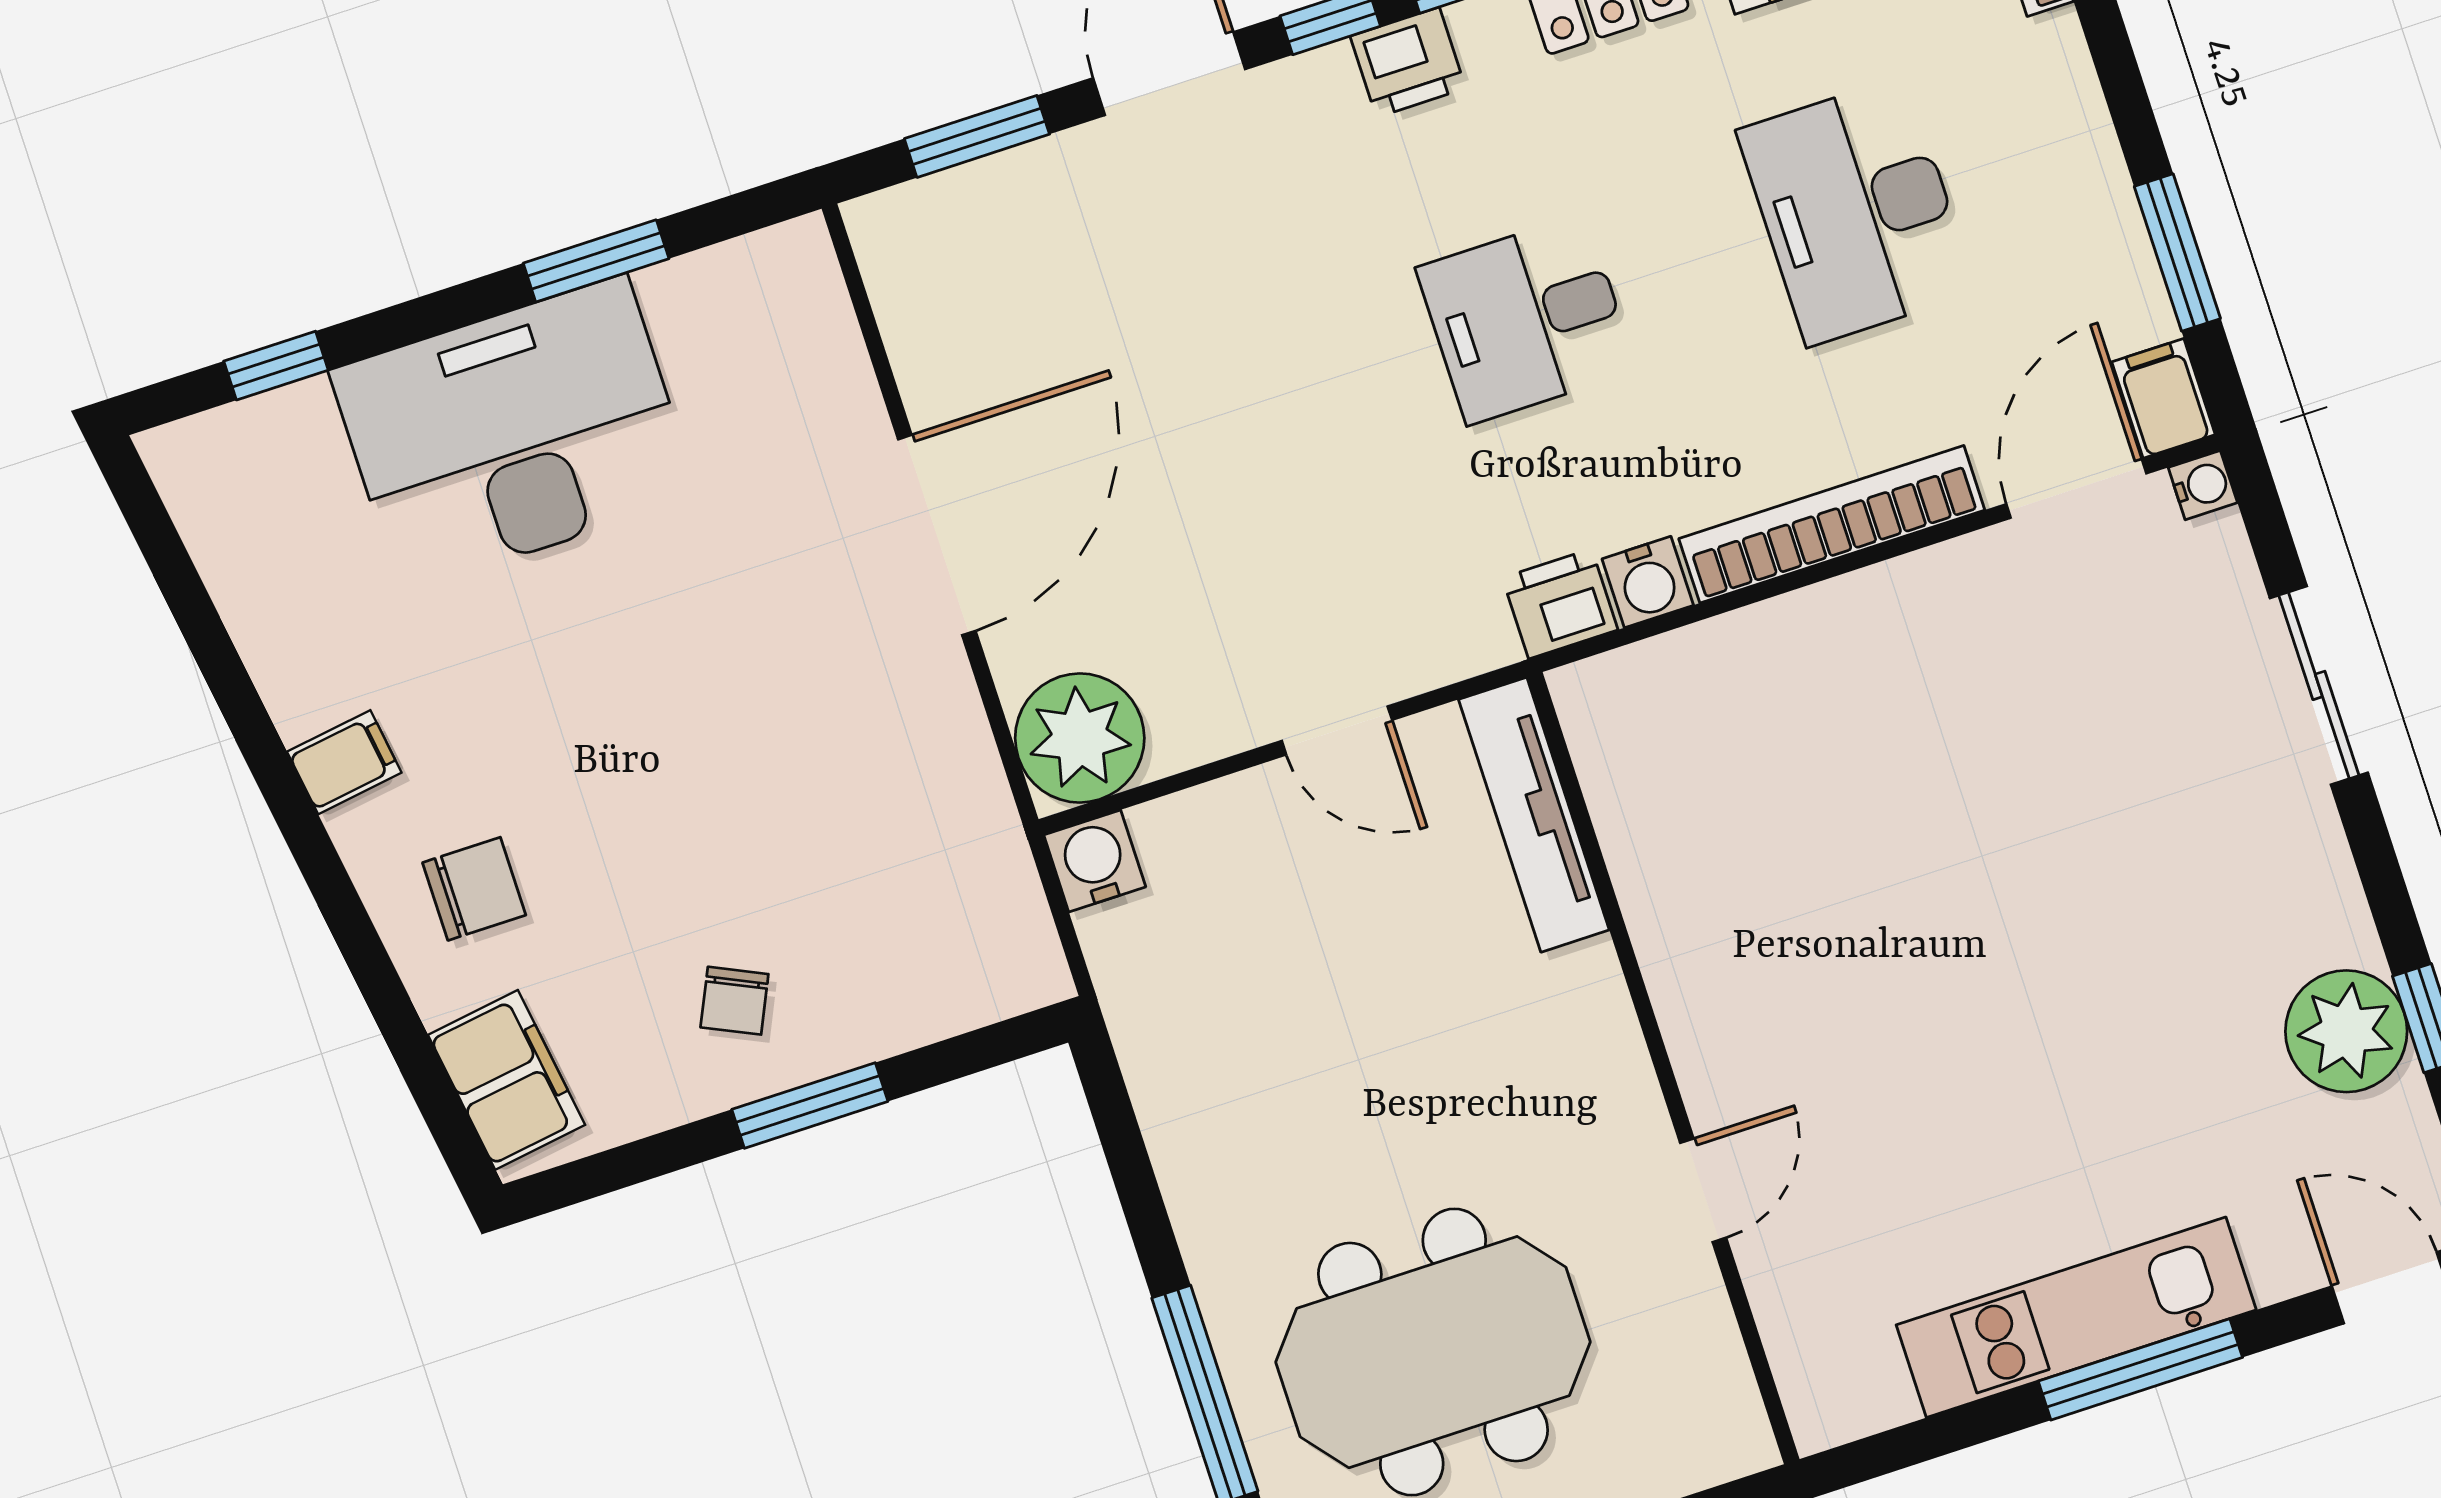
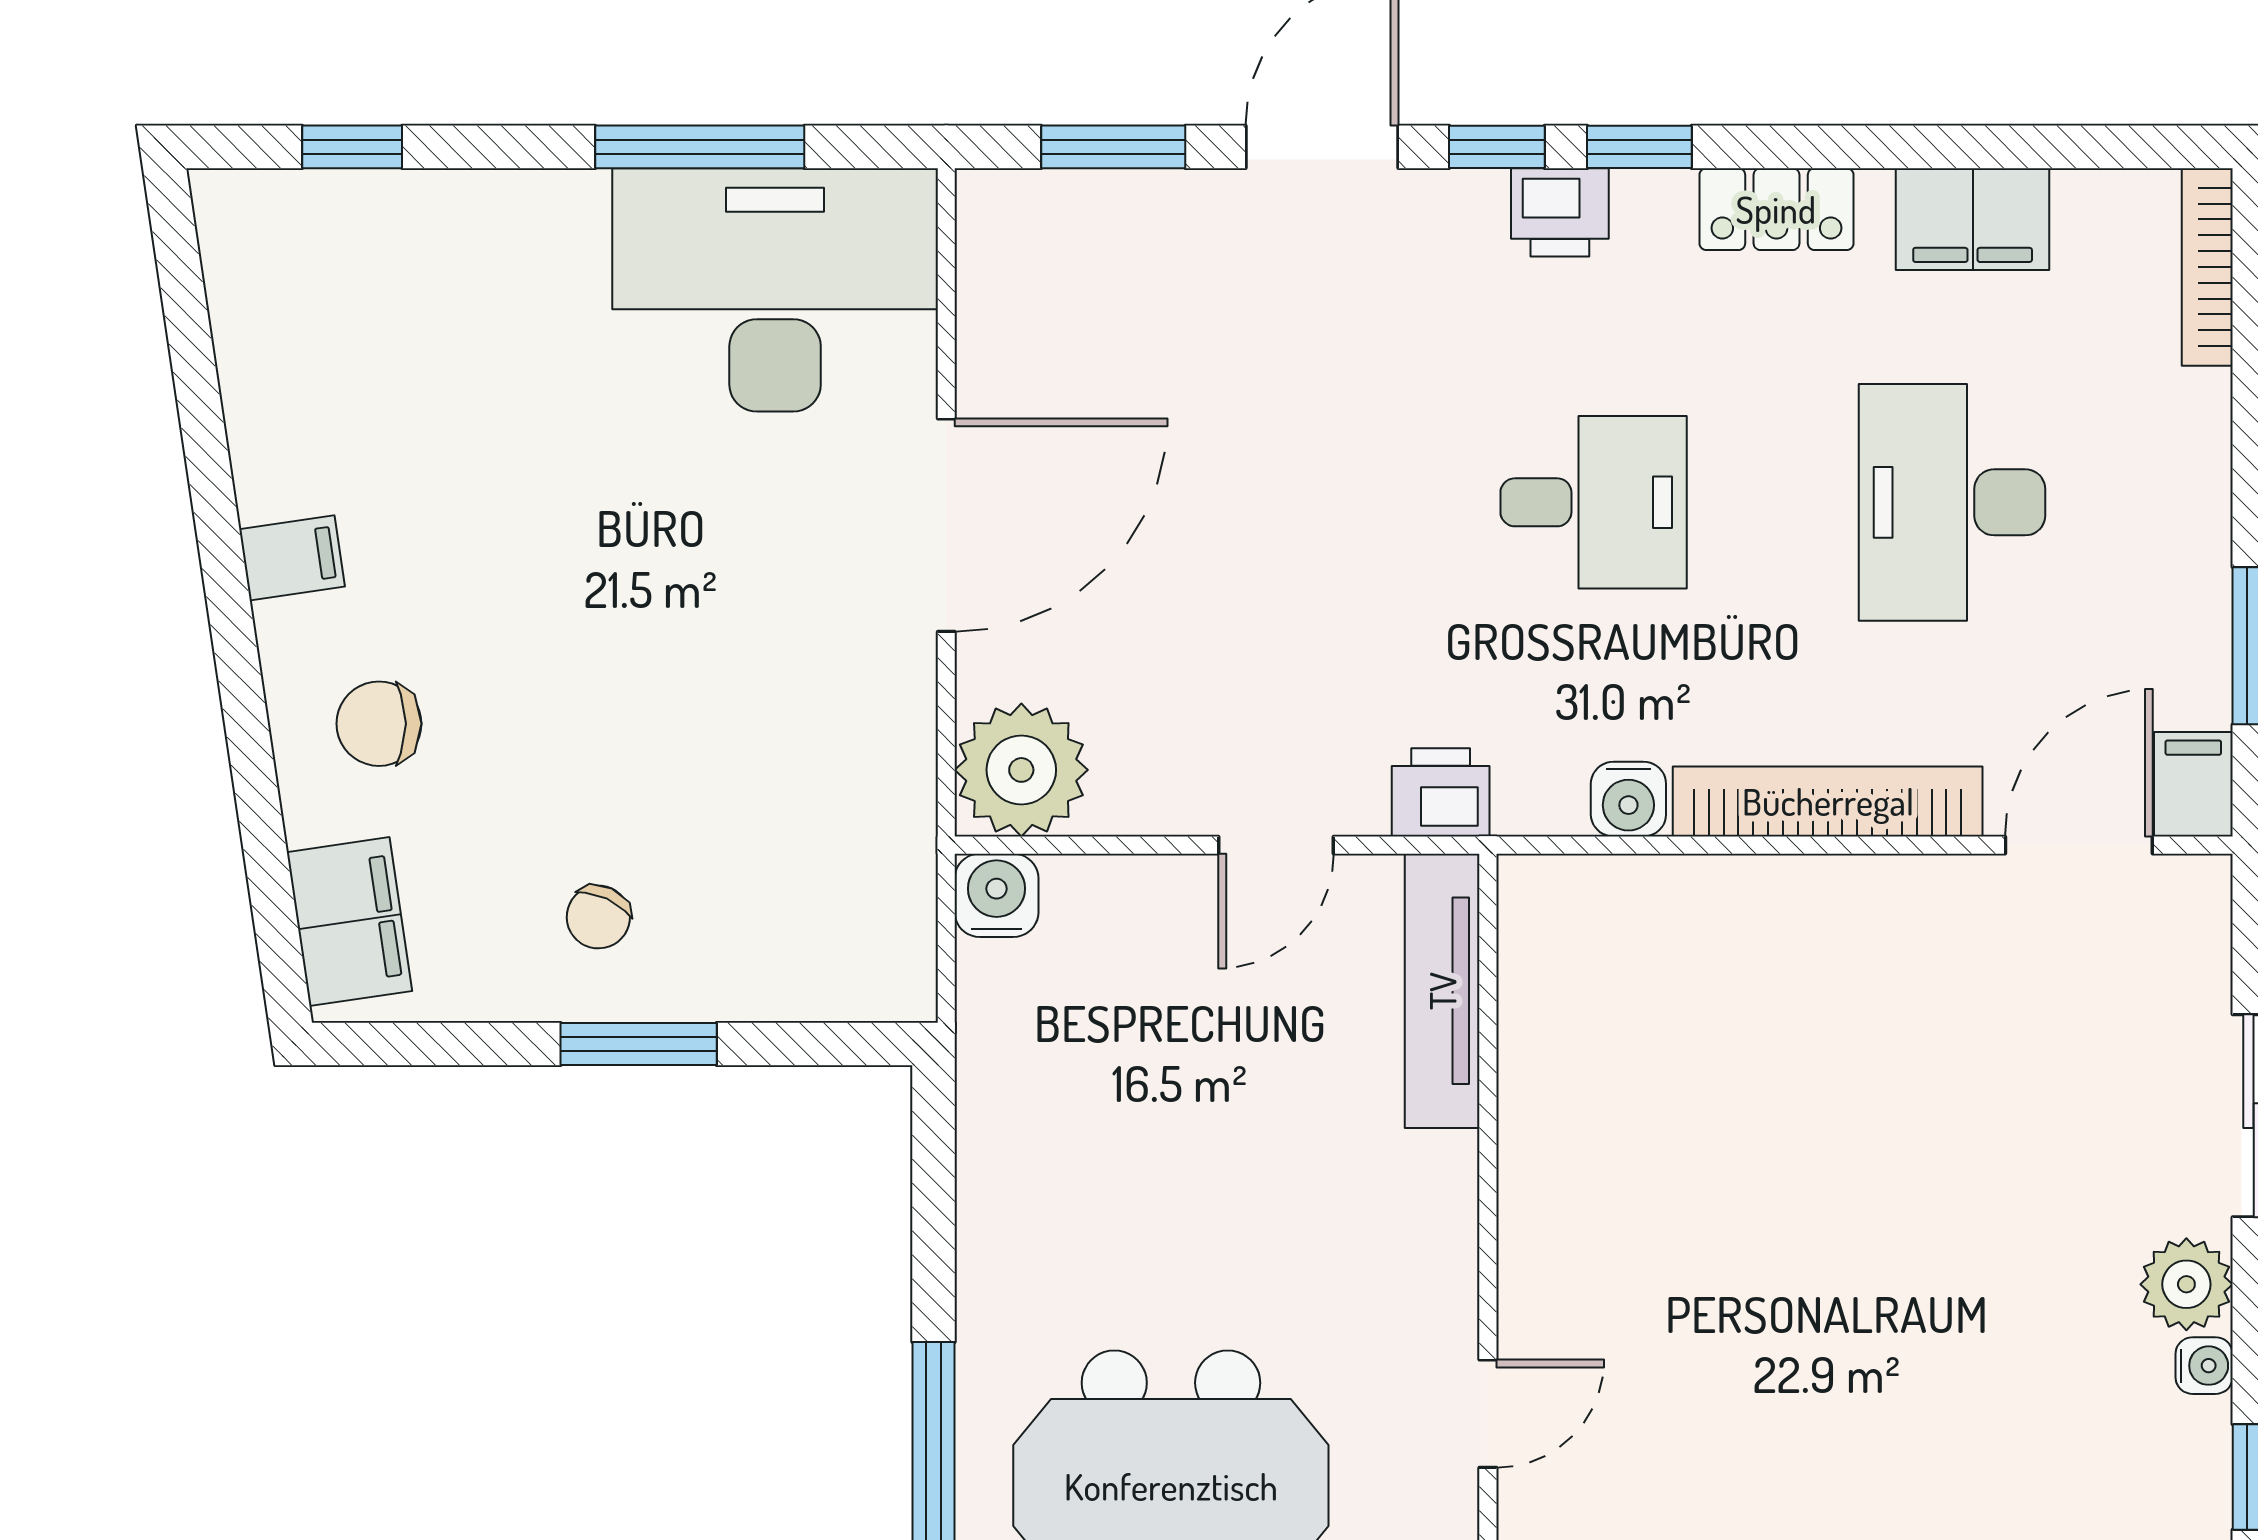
window: (596, 261) -> (700, 147), width x1.44
desk: (1526, 319) -> (1594, 502), turned 180
desk: (514, 434) -> (775, 290), moved
water cooler: (2203, 485) -> (2204, 1366), moved
printer: (1560, 604) -> (1441, 792), moved
door: (1337, 730) -> (1276, 845), hinge flipped
chair: (474, 889) -> (379, 724), turned 180
plant: (2346, 1031) -> (2186, 1284), moved, width x0.73, depth x0.73

